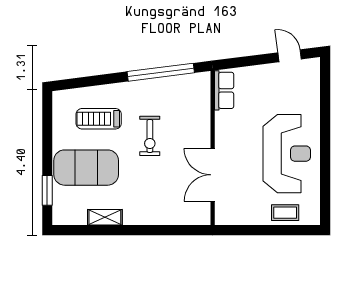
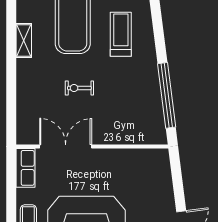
row of seats: (224, 90) -> (25, 168), moved, turned -90
exercise bike: (150, 136) -> (79, 88), moved, width x0.73, depth x0.72

